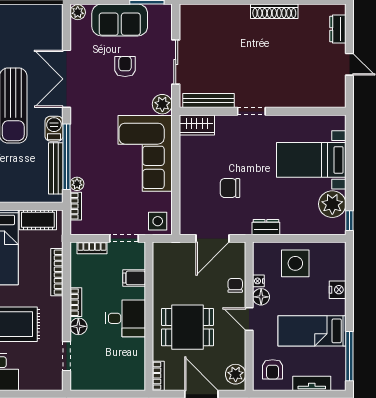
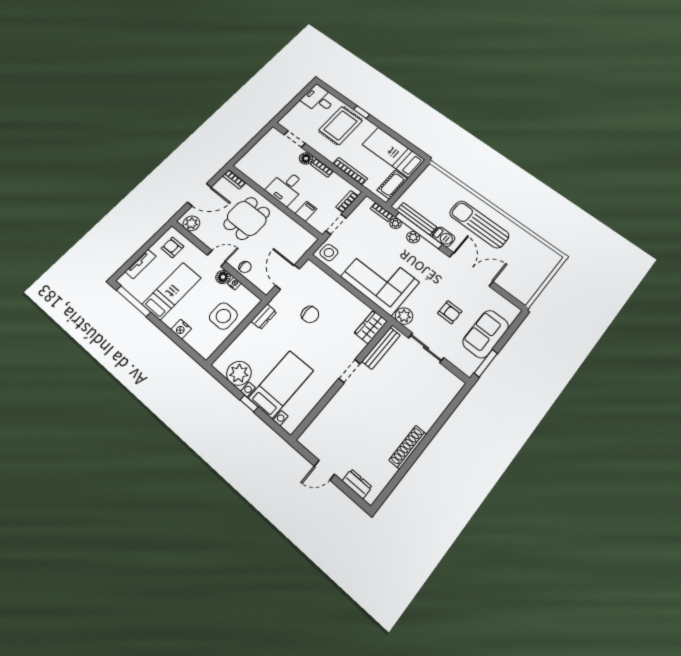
plant: (78, 12) -> (413, 237), moved
chair: (230, 188) -> (310, 314), turned 90
window: (349, 221) -> (249, 403), moved

